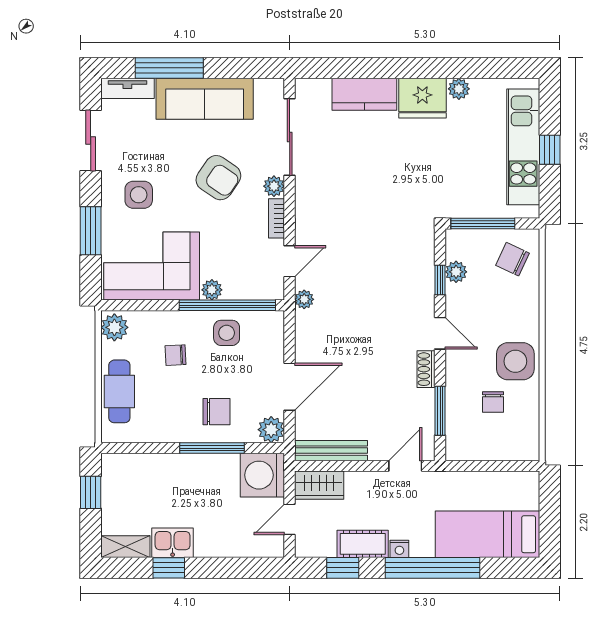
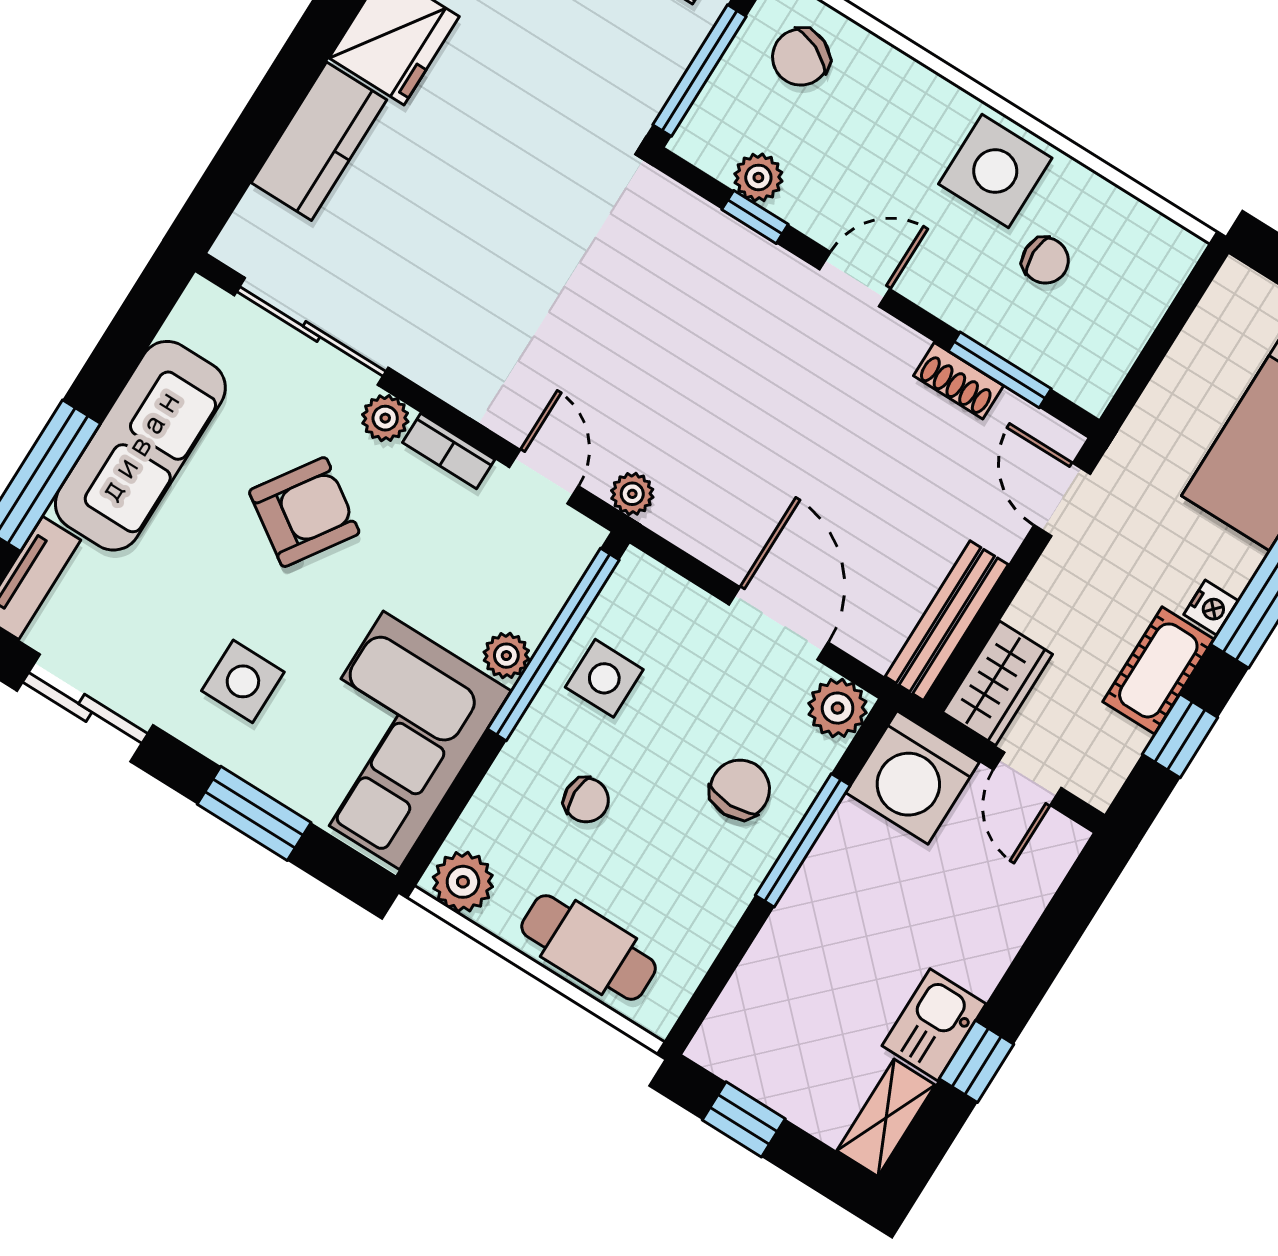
chair: (175, 355) -> (586, 800), turned -87
shoe rack: (426, 369) -> (959, 381), moved

